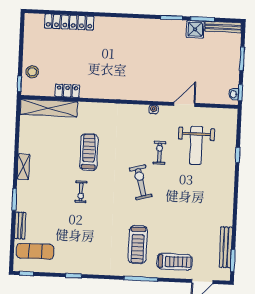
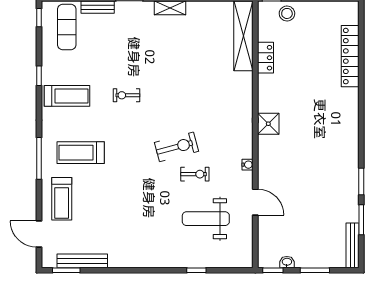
shower: (195, 29) -> (268, 124), moved
washbasin: (234, 94) -> (287, 262), moved
treadmill: (89, 152) -> (67, 96), moved
exercise bike: (141, 182) -> (176, 147), moved
exercise bike: (81, 192) -> (127, 95), moved

